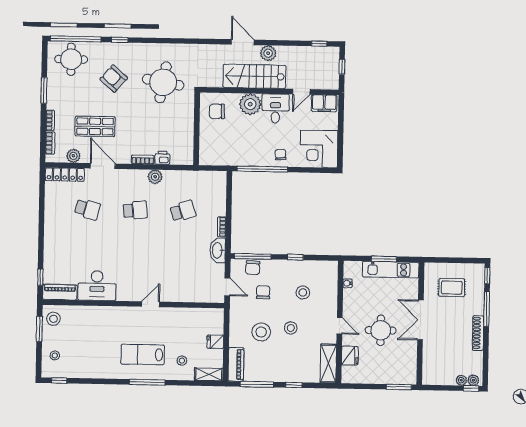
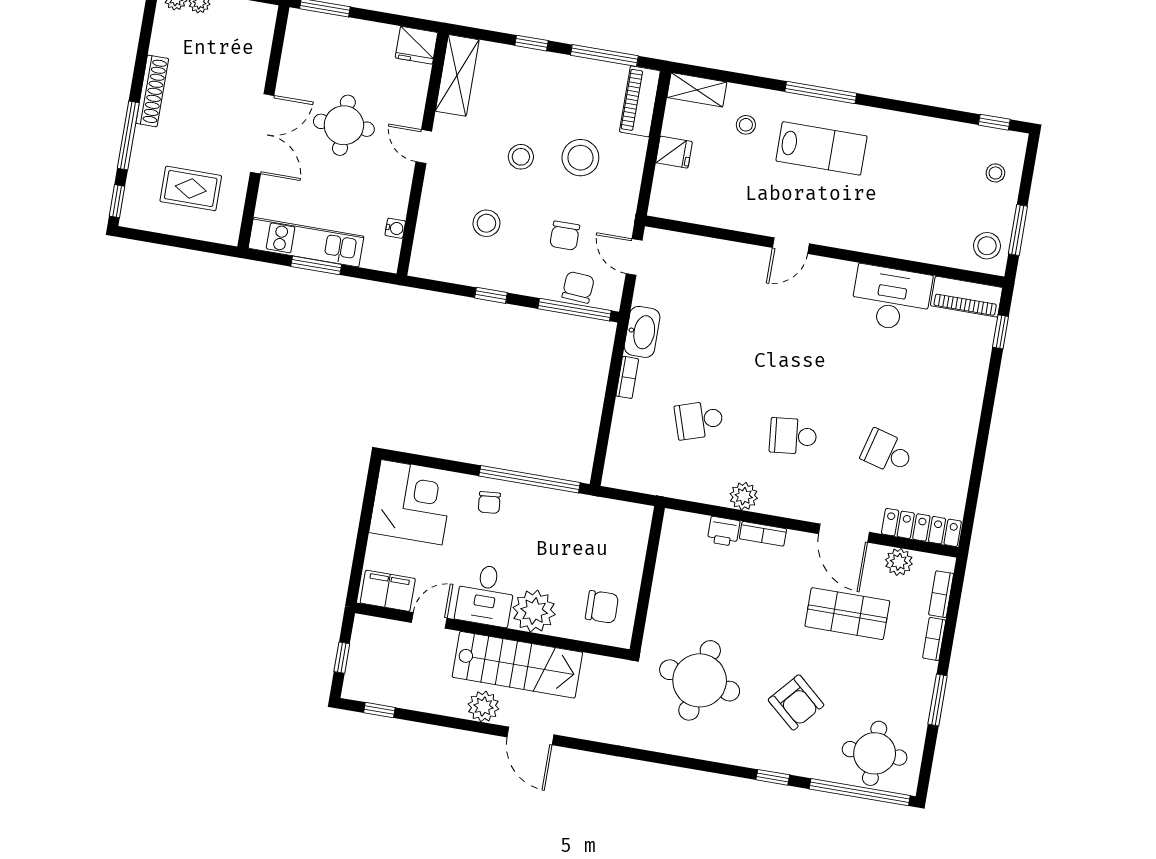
fridge: (350, 356) -> (416, 45), moved, turned -90

